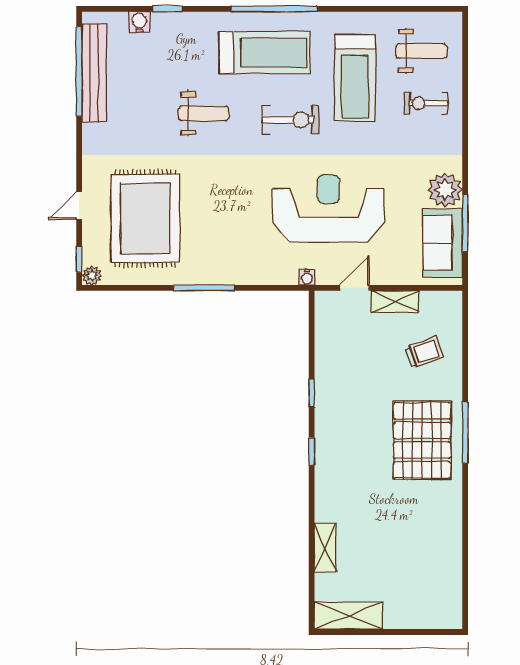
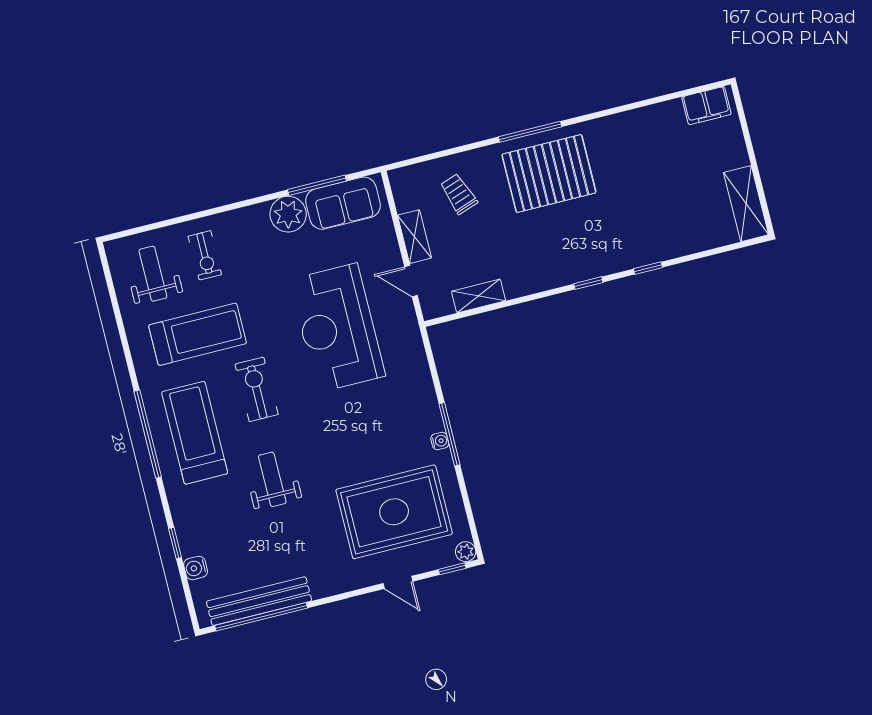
water cooler: (307, 277) -> (440, 441), moved
window: (312, 393) -> (648, 268), moved
shelving: (325, 548) -> (479, 296), moved
filing cabinet: (448, 602) -> (706, 106), added

